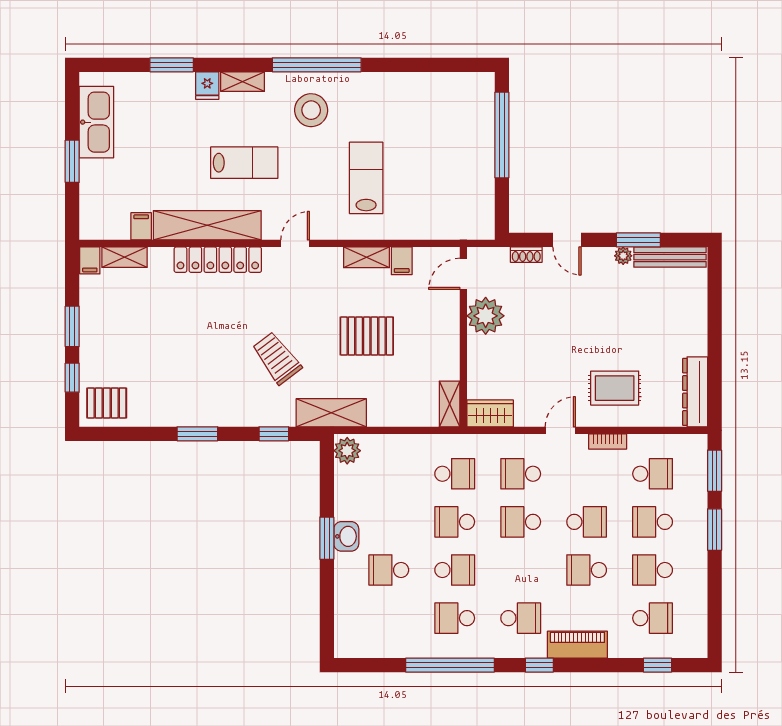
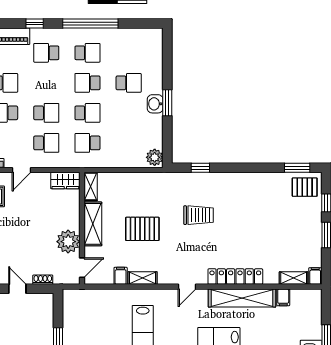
trolley: (277, 358) -> (198, 215), turned -53
shelving: (331, 413) -> (93, 224), moved, turned 90
window: (197, 434) -> (297, 168), moved

